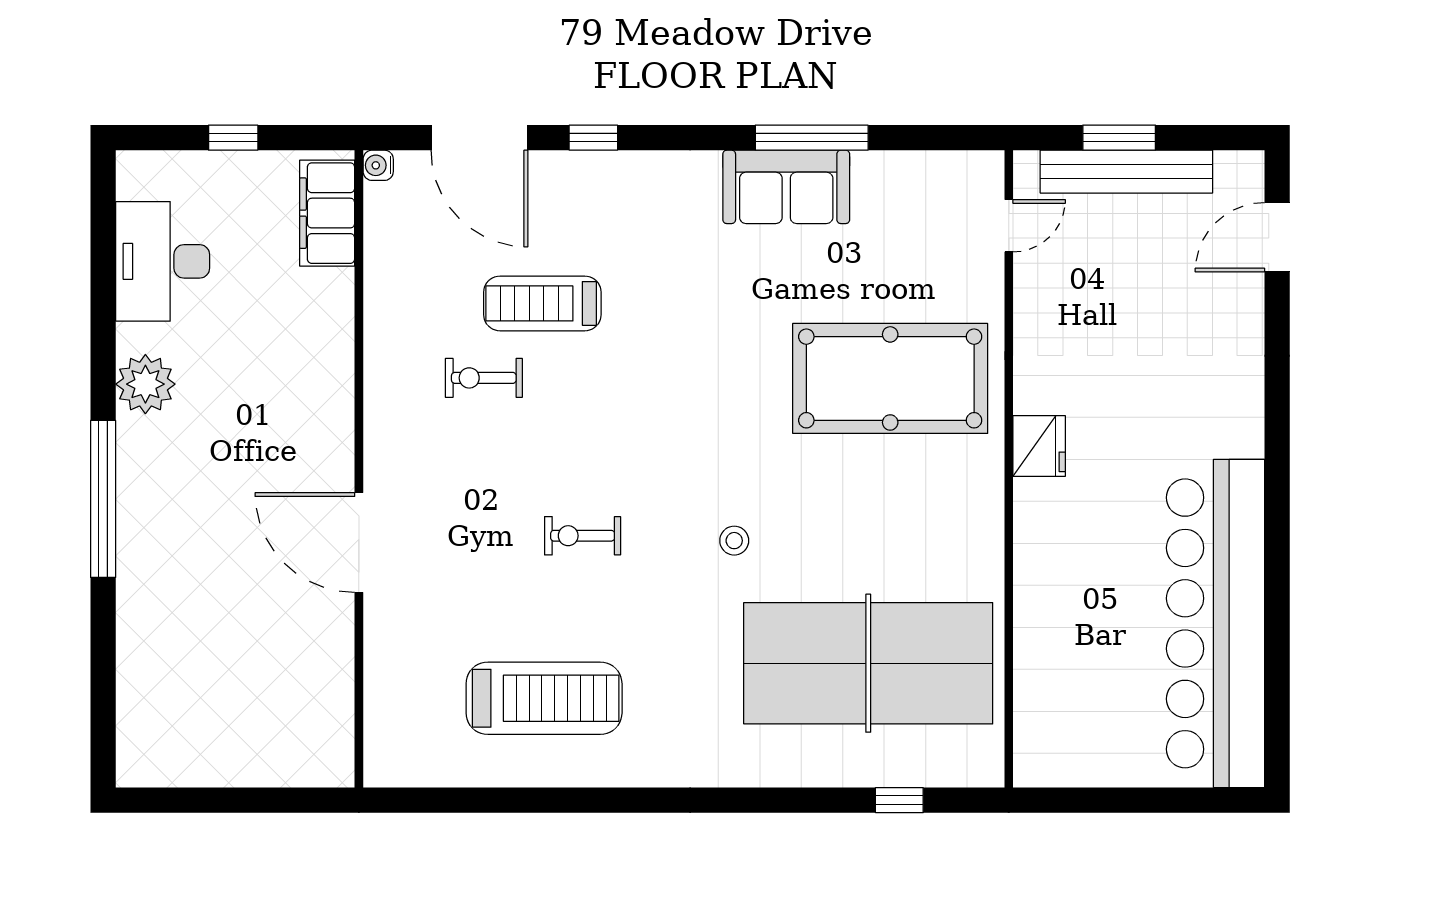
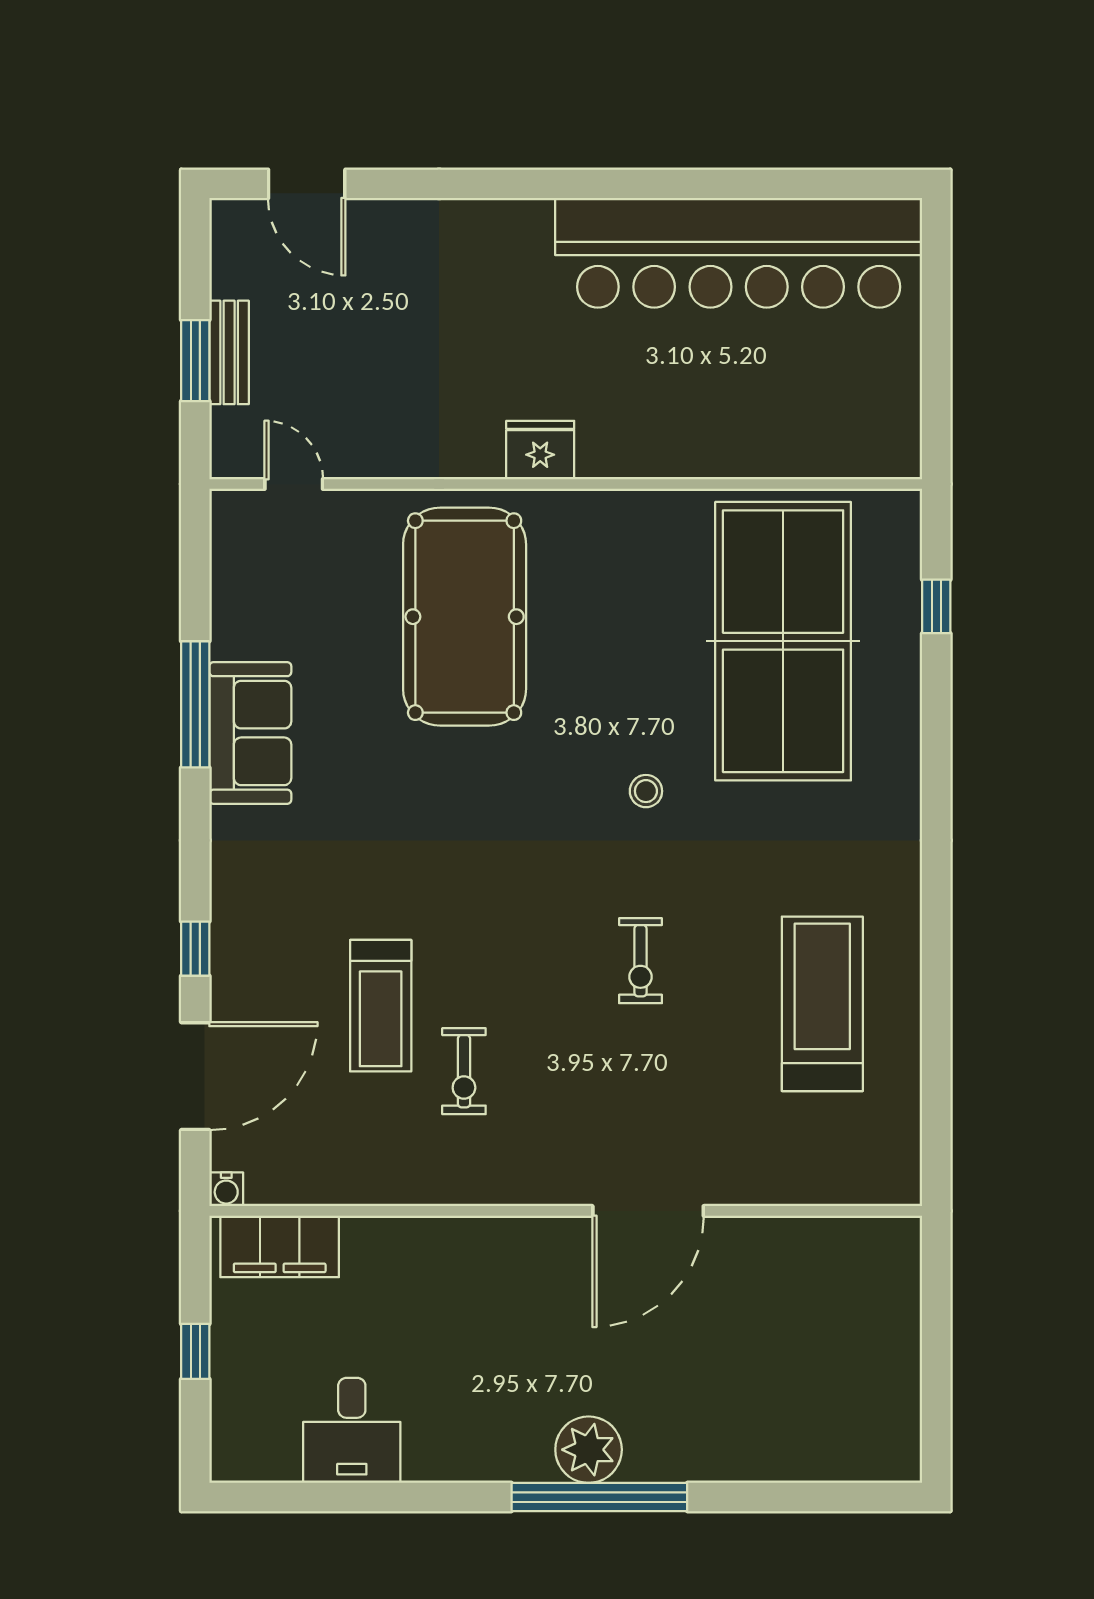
bench: (1126, 172) -> (229, 352), width x0.54, depth x0.82
desk: (163, 261) -> (352, 1430), width x0.73
plant: (145, 384) -> (589, 1450), moved

